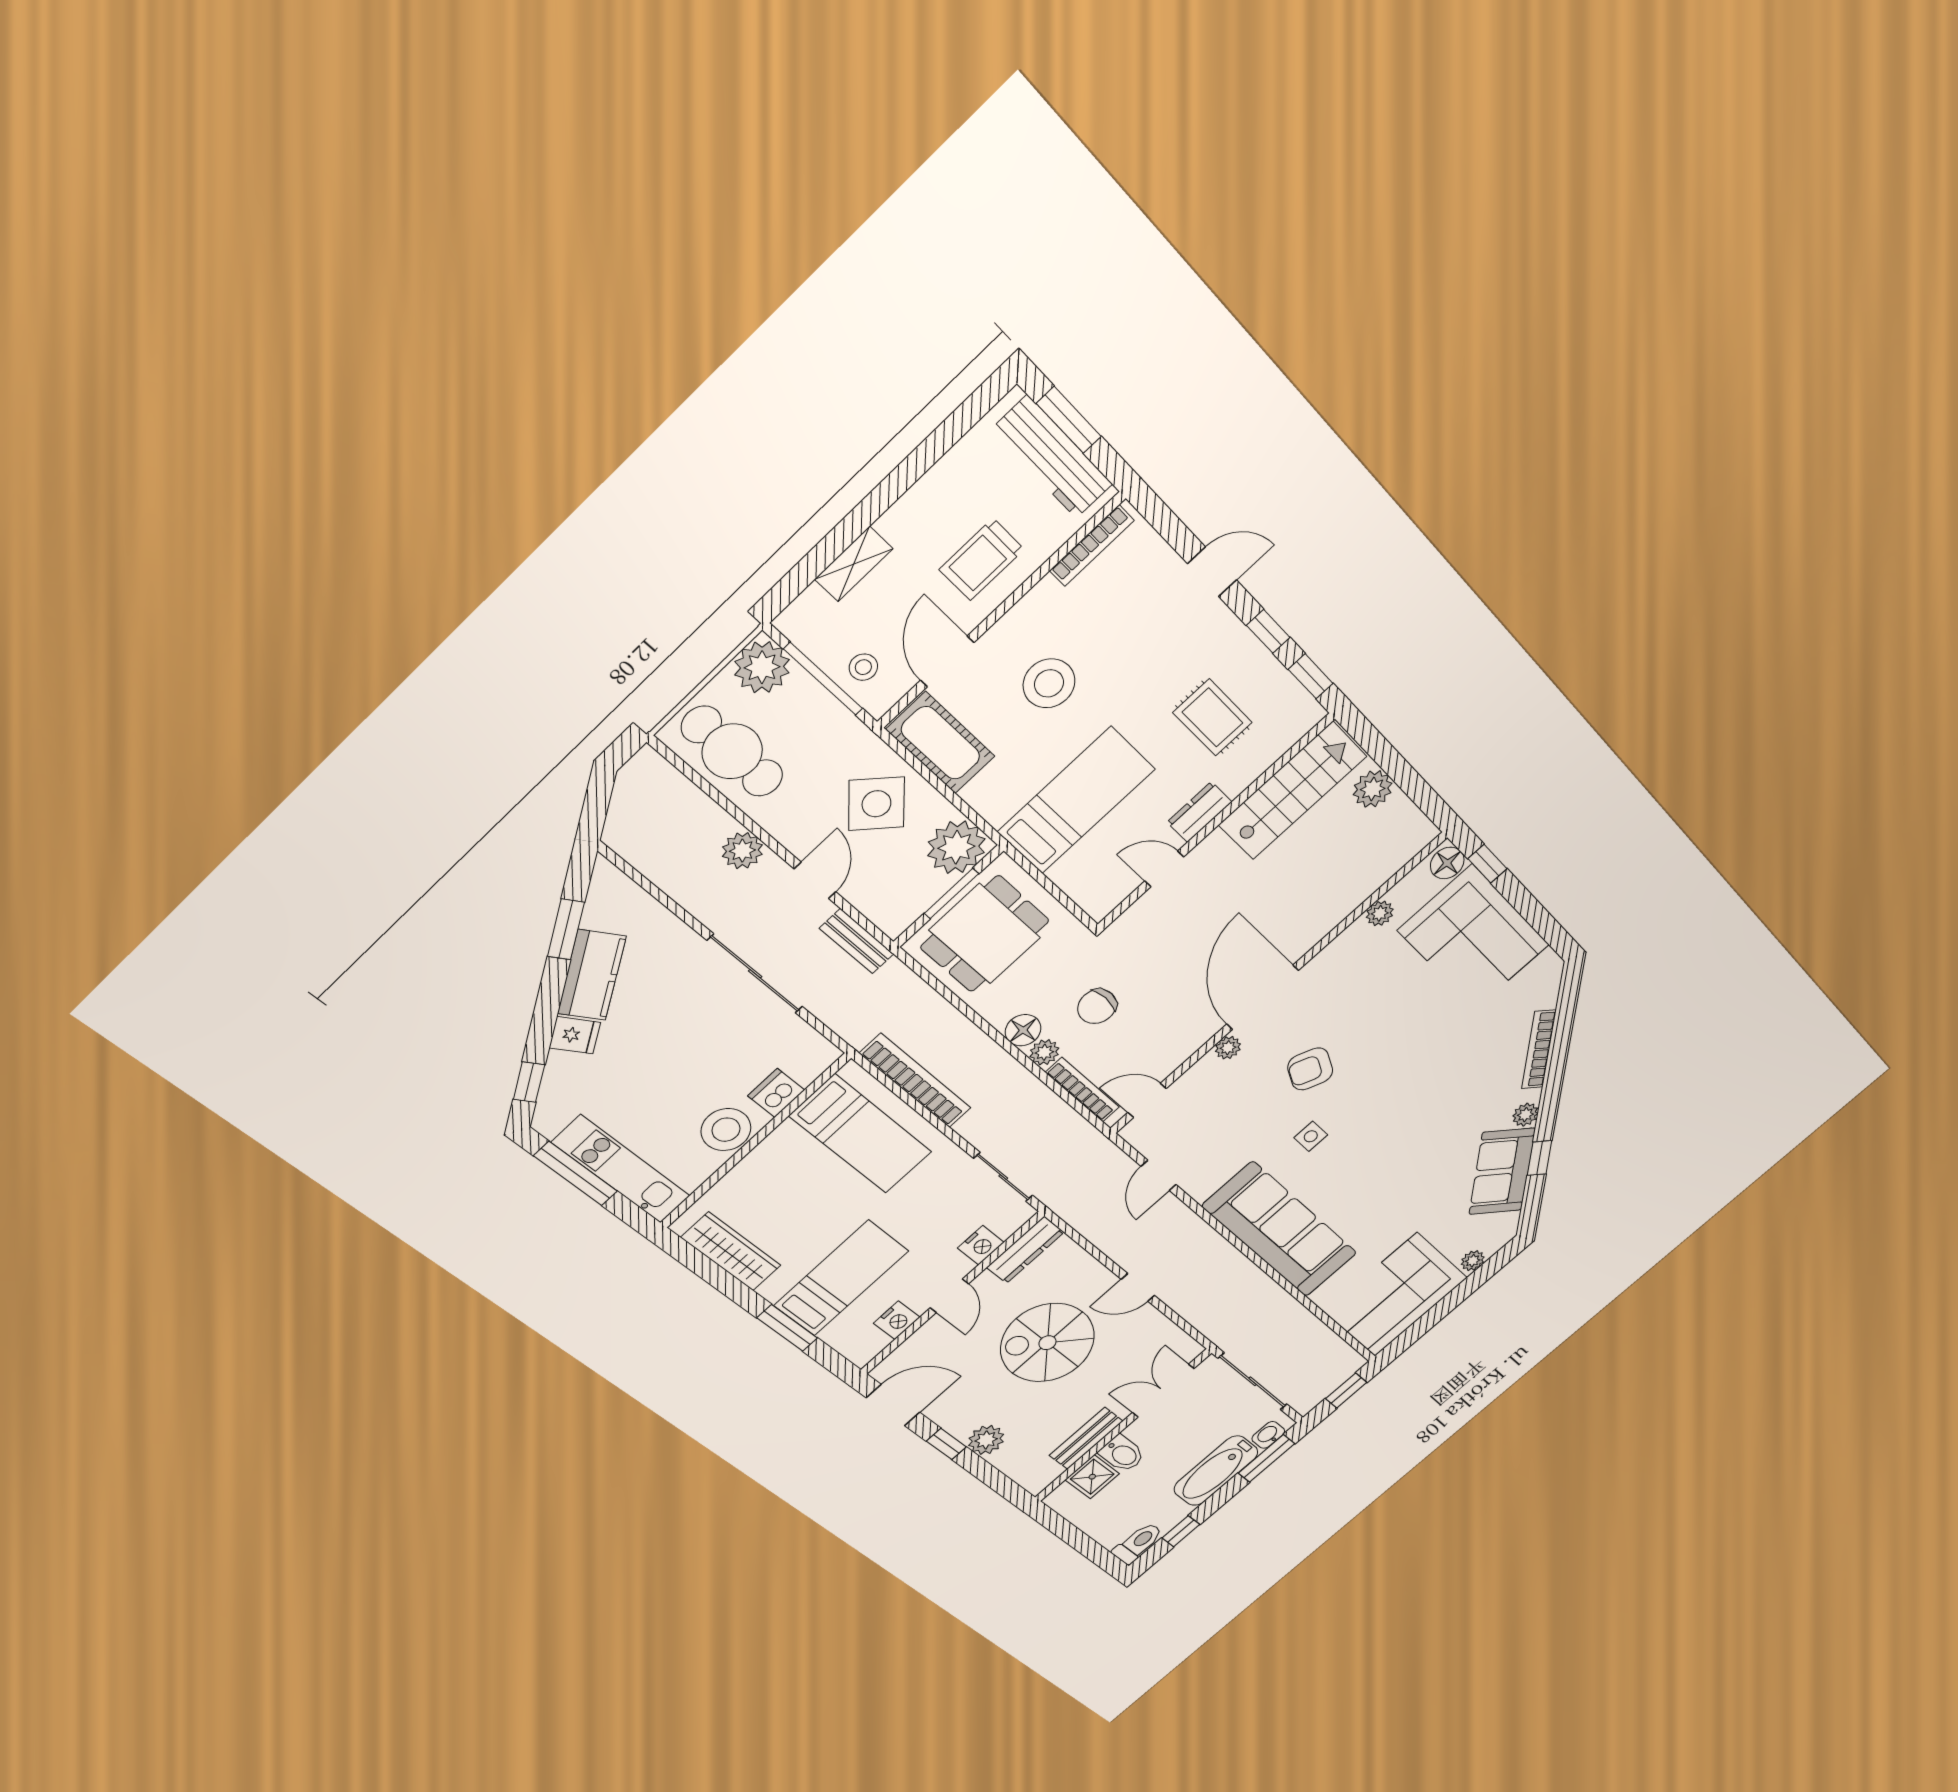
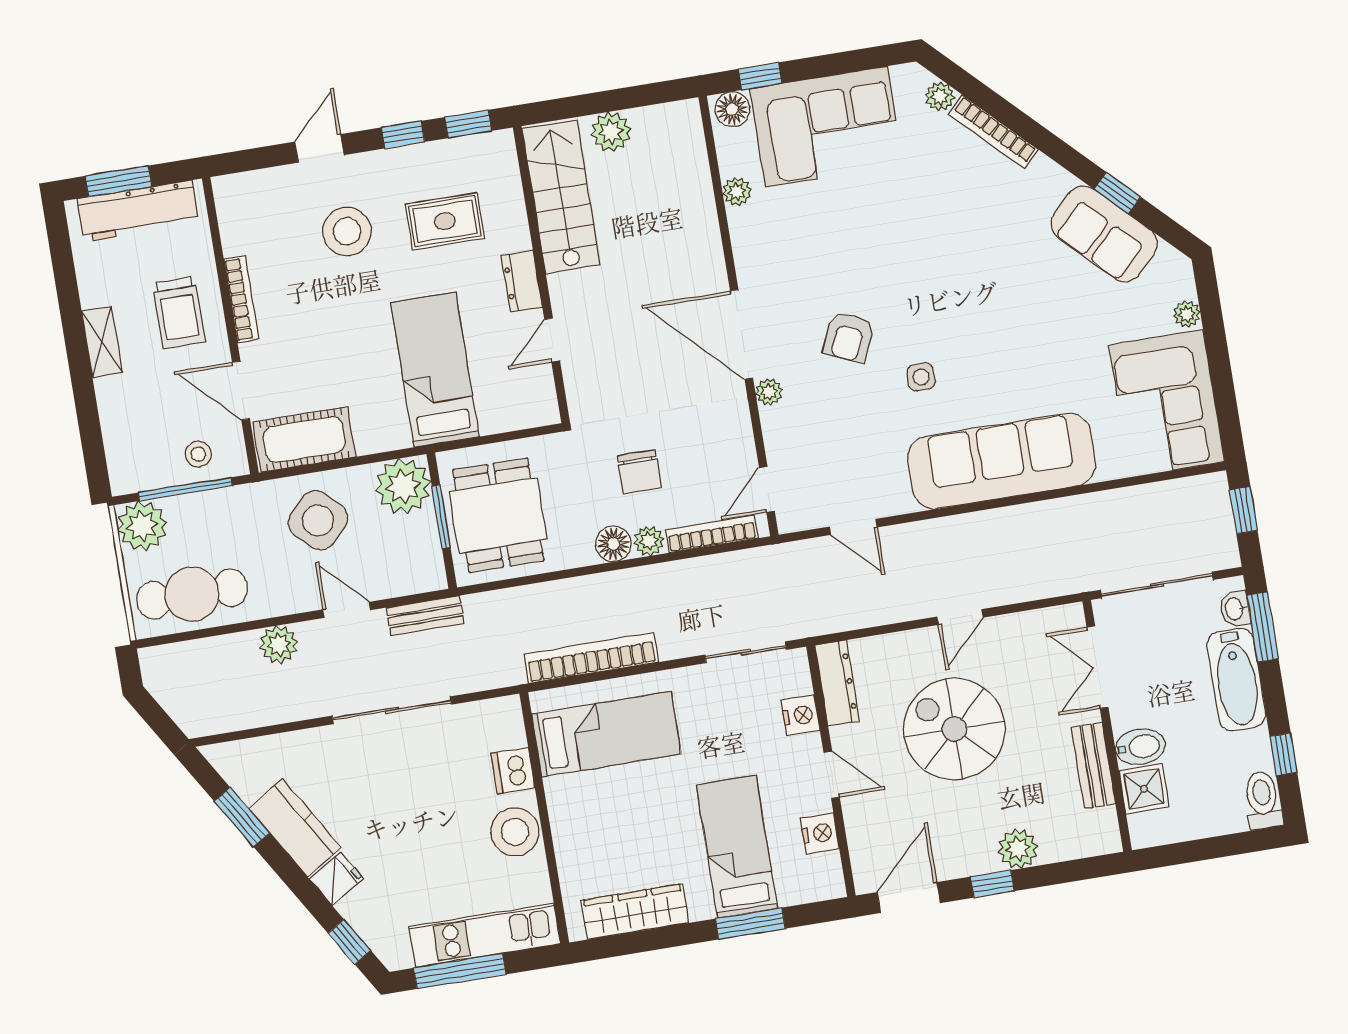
bookcase: (1092, 546) -> (241, 299), moved
shelving: (854, 564) -> (102, 342), moved
stool: (1049, 683) -> (347, 231), moved
plant: (1525, 1115) -> (940, 96), moved
spiral stairs: (1047, 1343) -> (954, 729), turned 90

